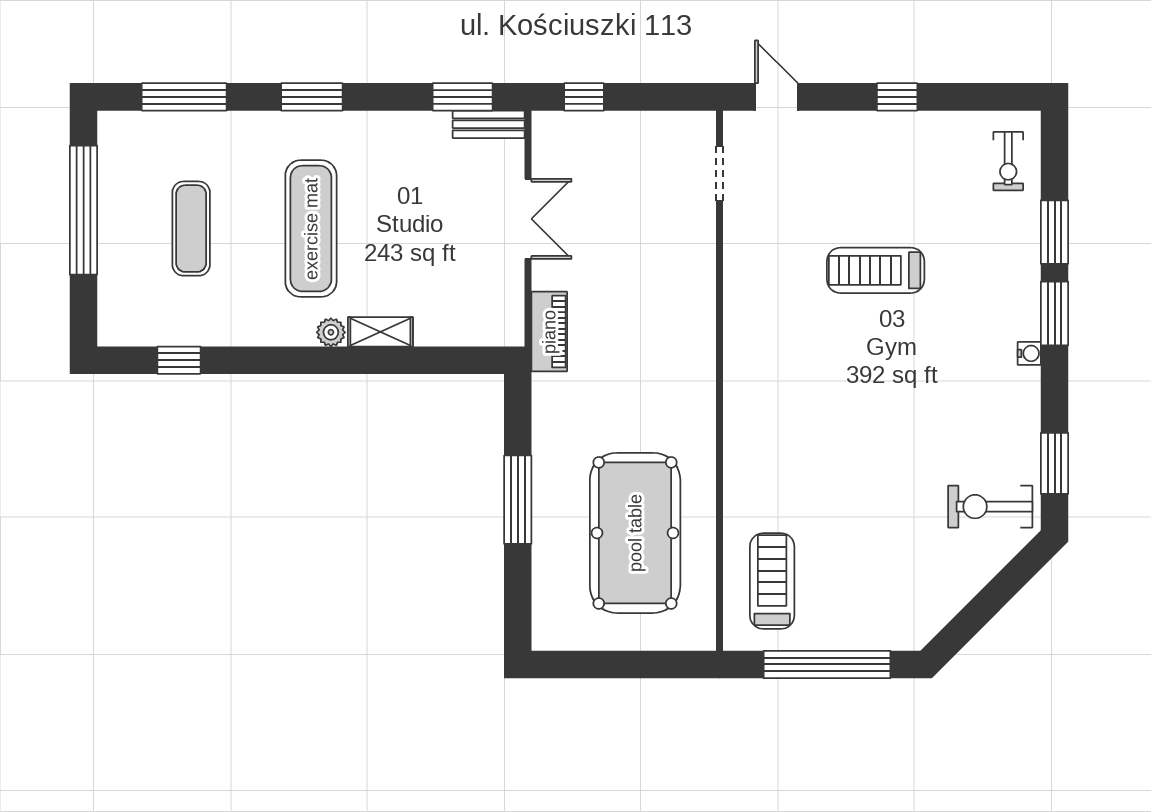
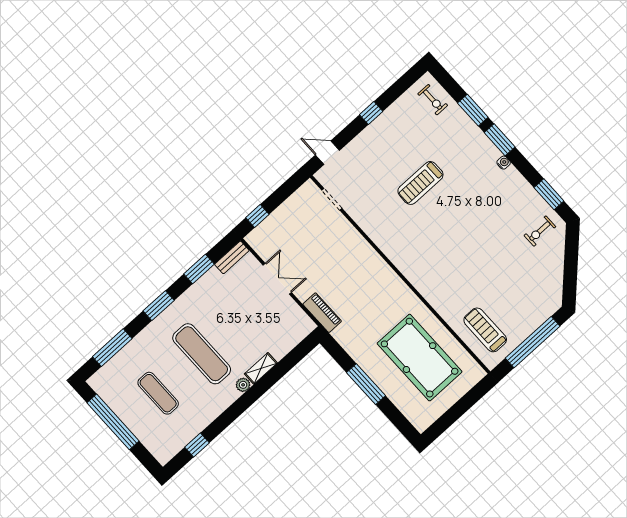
window: (463, 97) -> (199, 269), moved
exercise bike: (990, 507) -> (540, 231), width x0.73, depth x0.72

